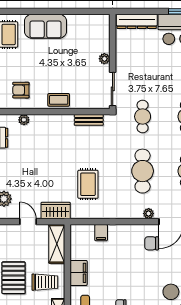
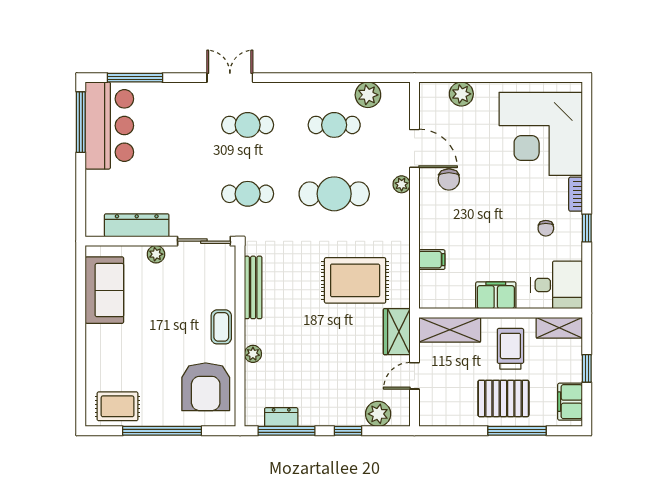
dresser: (137, 21) -> (137, 225), moved, turned -90
sofa: (45, 26) -> (104, 290), moved
armchair: (21, 90) -> (206, 387), width x1.88, depth x1.88
plant: (24, 120) -> (253, 354), moved
bench: (89, 120) -> (253, 287), width x1.36
rug: (88, 184) -> (355, 280), width x1.36, depth x1.43

